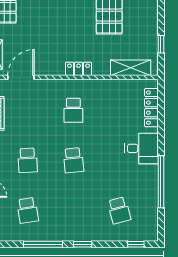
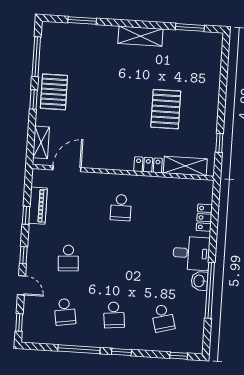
locker: (79, 69) -> (148, 165), moved
locker: (151, 108) -> (204, 218), width x0.66
school desk: (73, 160) -> (114, 315), moved
washbasin: (151, 174) -> (199, 281), added

